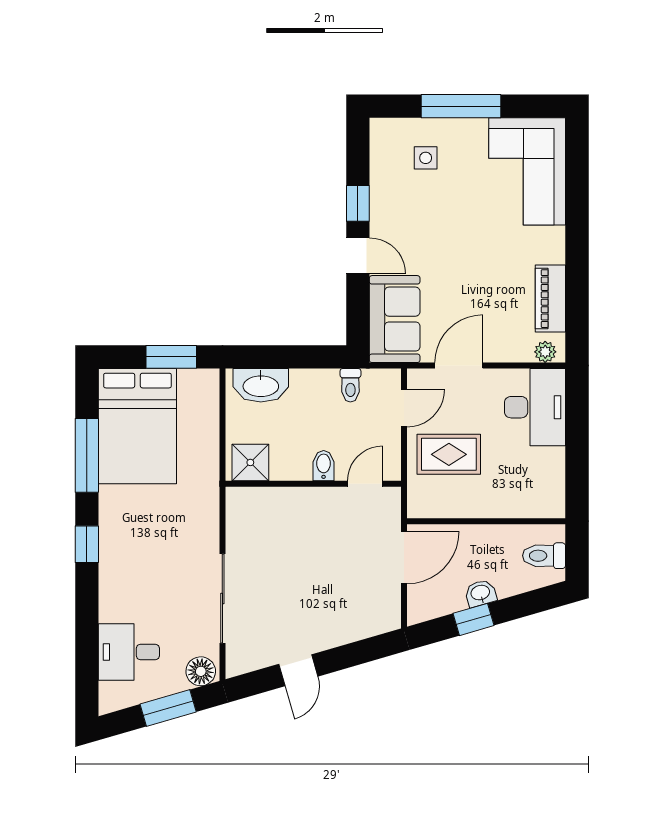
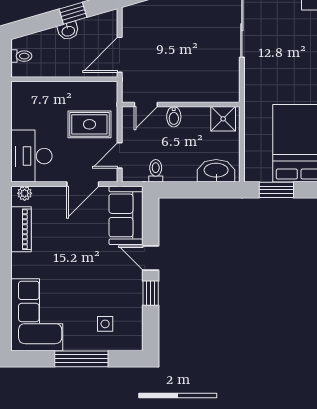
toilet: (544, 556) -> (21, 56), width x0.73, depth x0.72

